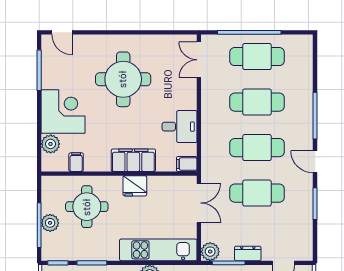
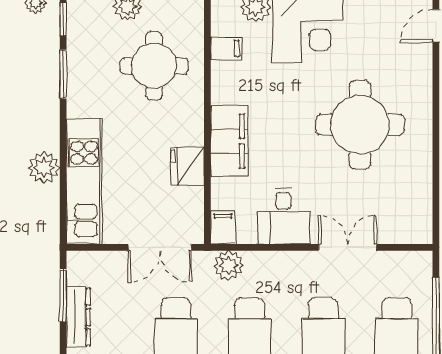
double door: (199, 60) -> (348, 247), moved
fridge: (135, 186) -> (188, 166), moved
plant: (210, 252) -> (229, 266), moved
dresser: (248, 253) -> (78, 317), width x1.44

